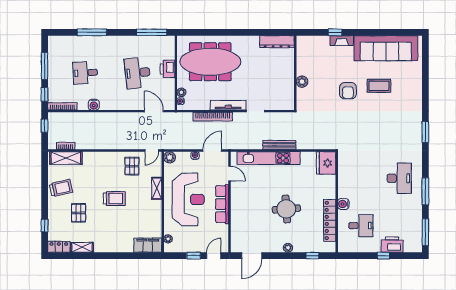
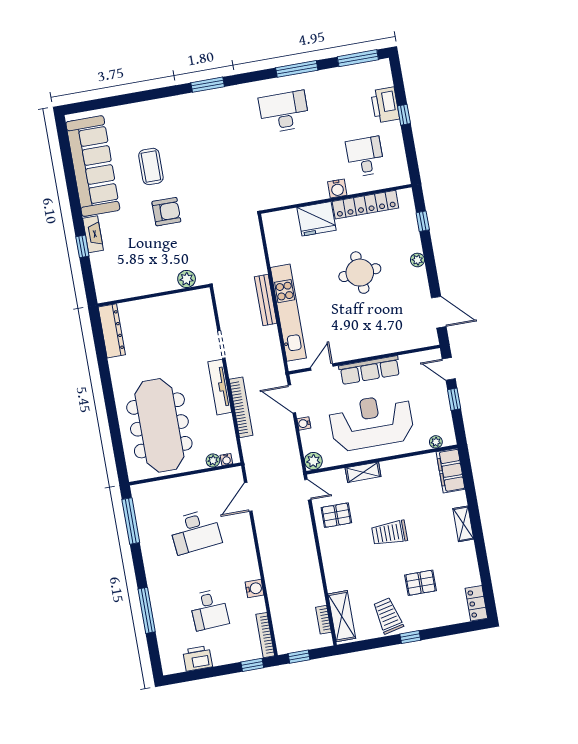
window: (45, 66) -> (210, 672), removed
printer: (168, 69) -> (198, 658), moved, turned 180
plant: (302, 82) -> (187, 279), moved
fridge: (326, 163) -> (316, 219), moved
trolley: (114, 198) -> (390, 533), turned -90
window: (45, 226) -> (410, 637), moved
shelving: (82, 247) -> (463, 524), moved

